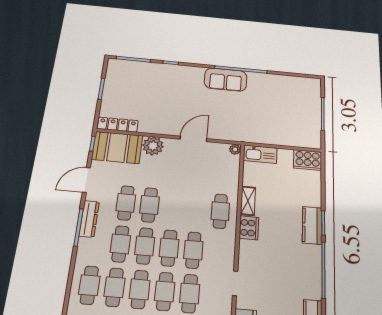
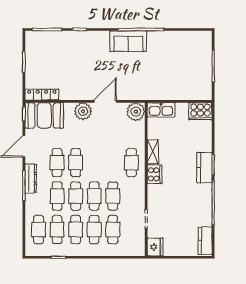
plant: (153, 146) -> (83, 111), moved
plant: (235, 149) -> (136, 112), width x1.87, depth x1.87

